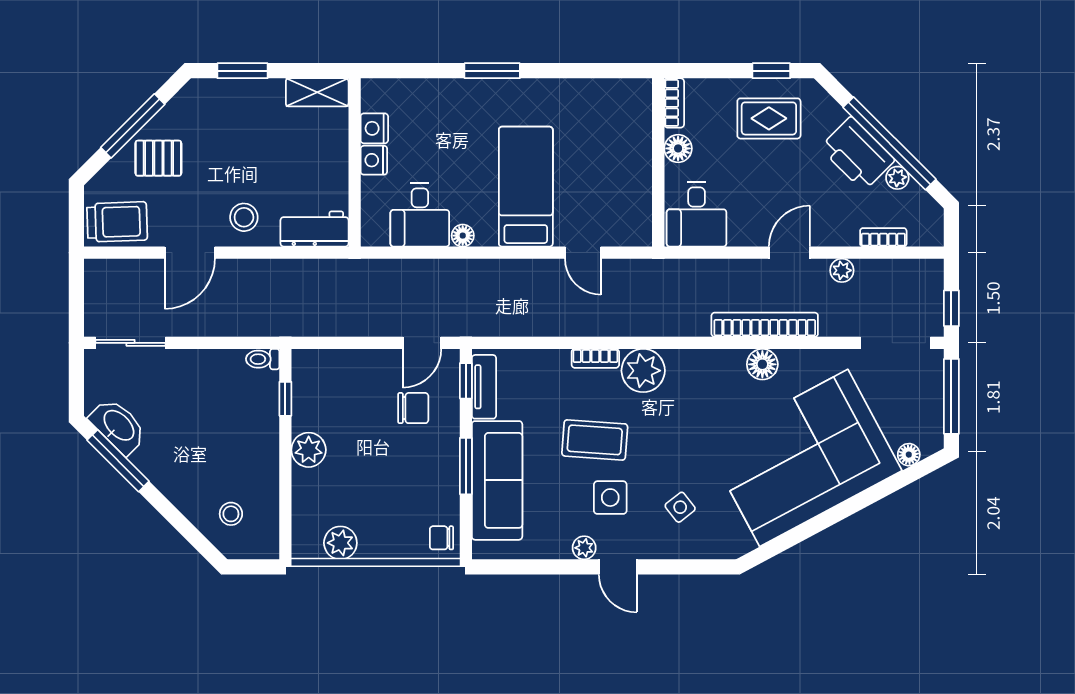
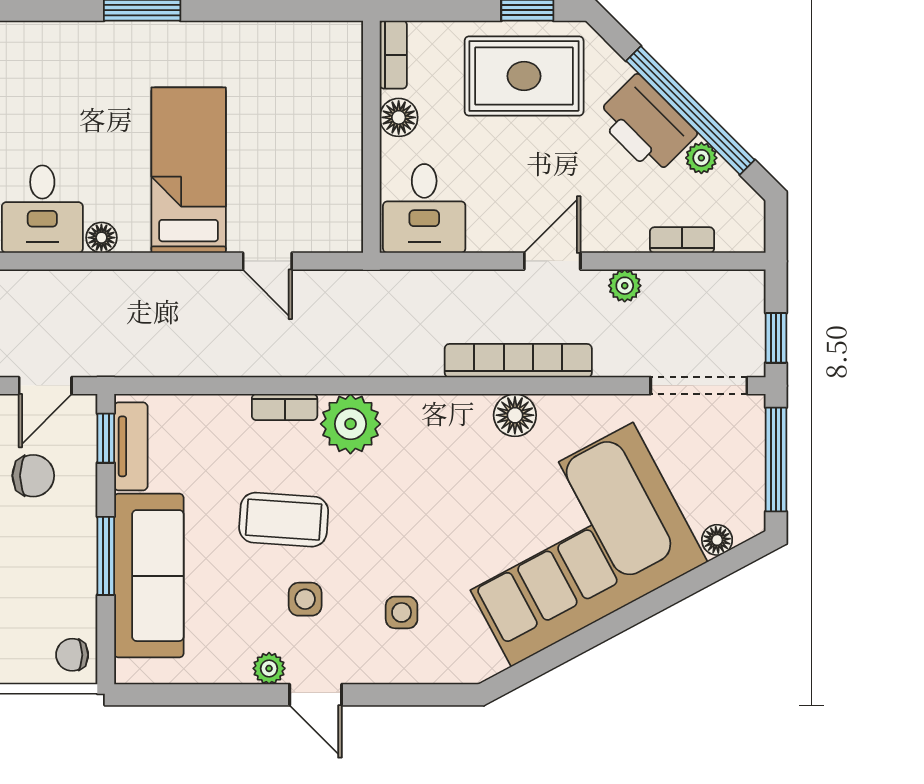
rug: (769, 118) -> (524, 76), width x1.36, depth x1.43
side table: (610, 498) -> (305, 599), width x0.73, depth x0.73
side table: (680, 507) -> (402, 612), turned 38

